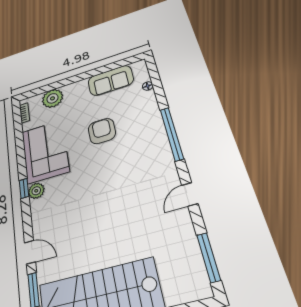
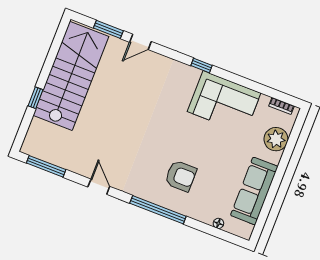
sofa: (111, 80) -> (254, 191), width x1.36
armchair: (102, 131) -> (181, 176), moved
plant: (36, 191) -> (191, 75), removed

